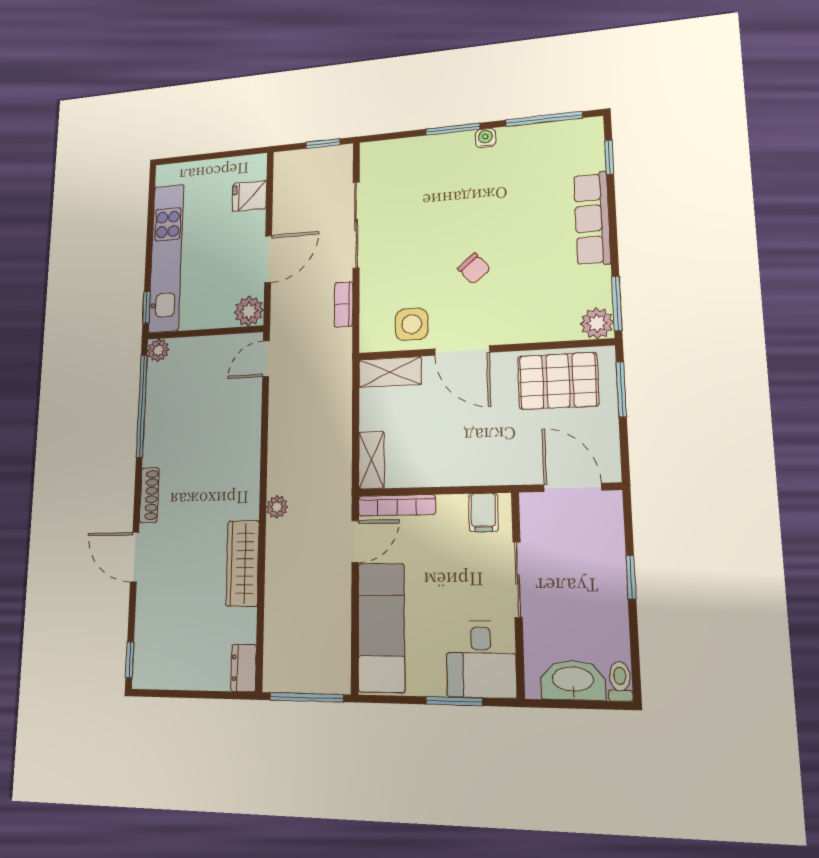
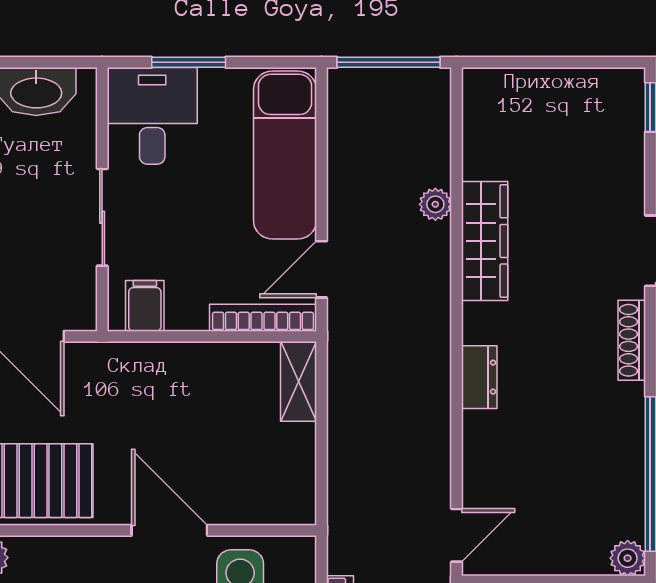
shelving: (390, 372) -> (272, 505), removed
plant: (277, 507) -> (435, 204), moved
dresser: (244, 668) -> (479, 377), moved

